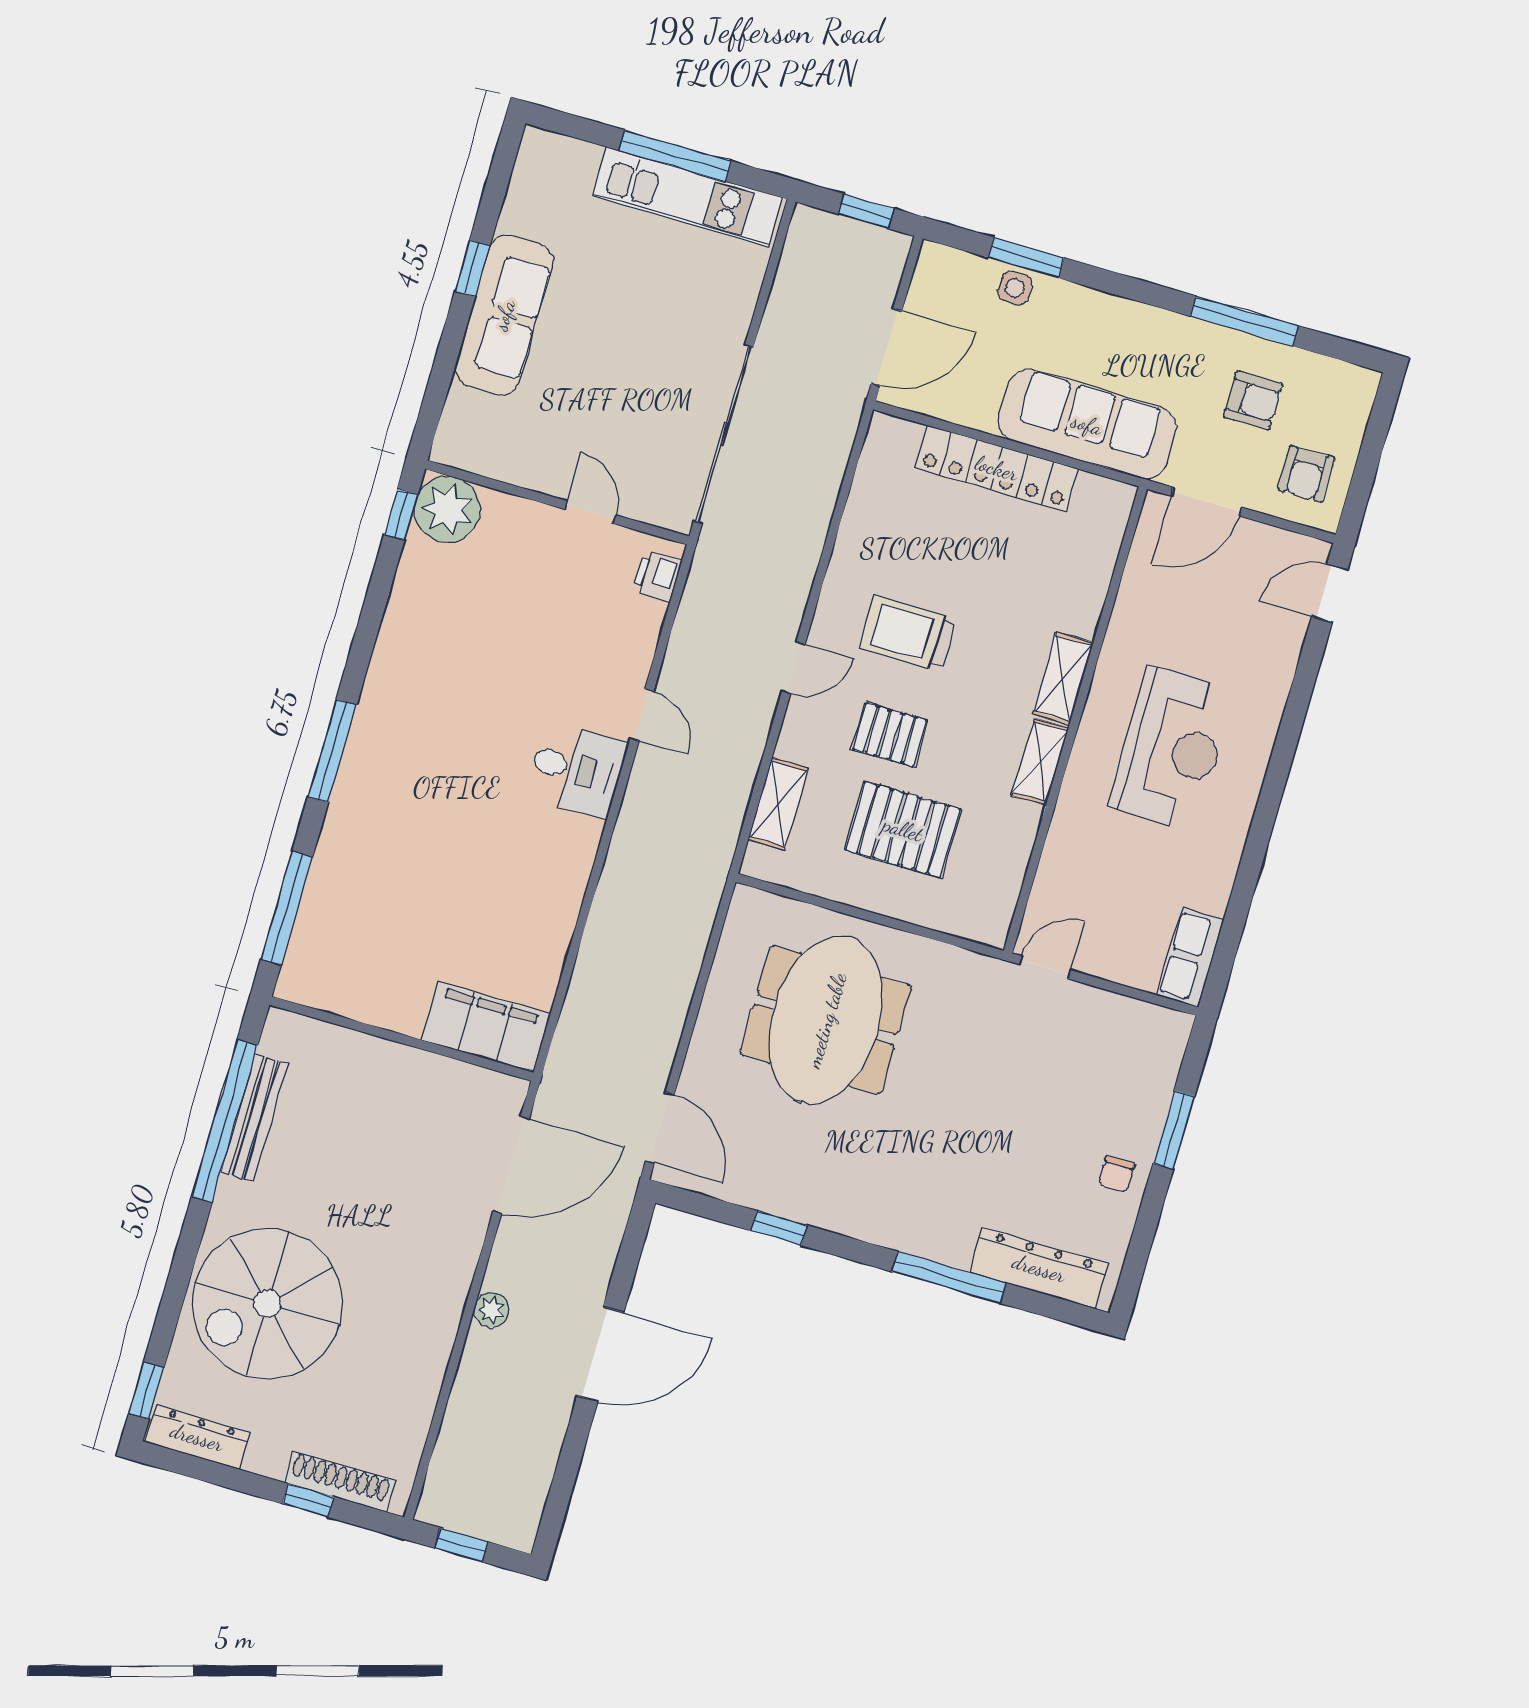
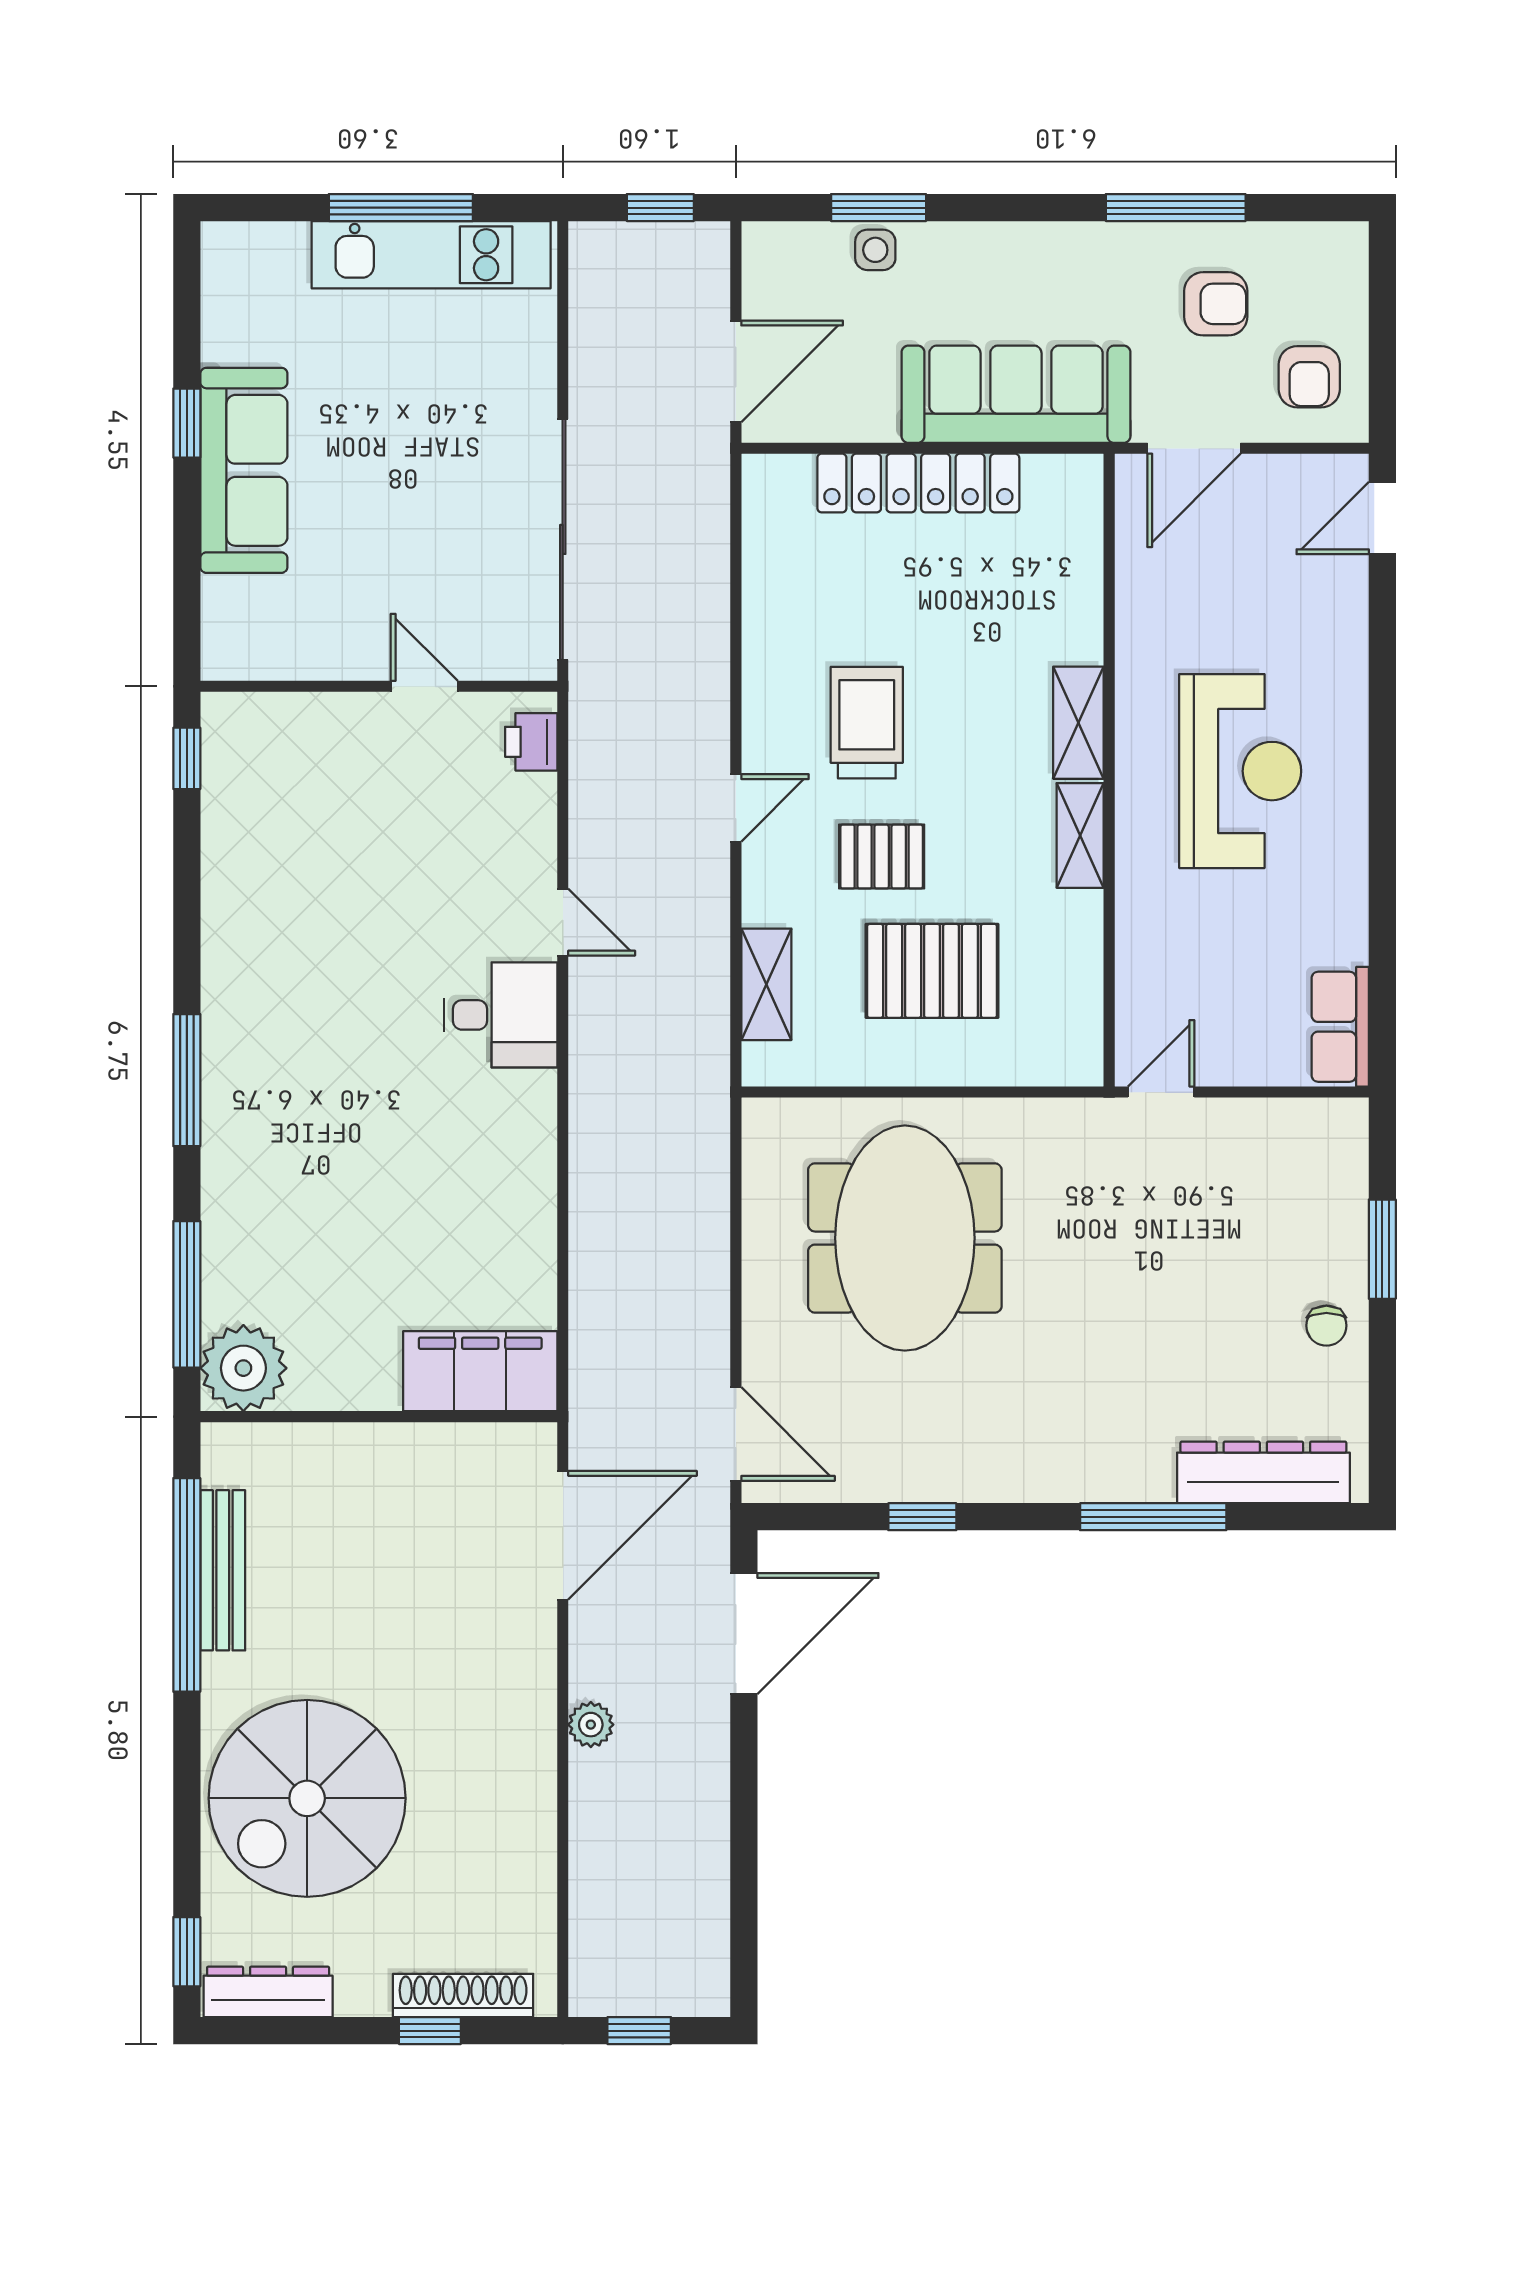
plant: (447, 509) -> (243, 1368), moved
trolley: (908, 633) -> (867, 723), turned 90
door: (600, 1354) -> (744, 1634), moved

